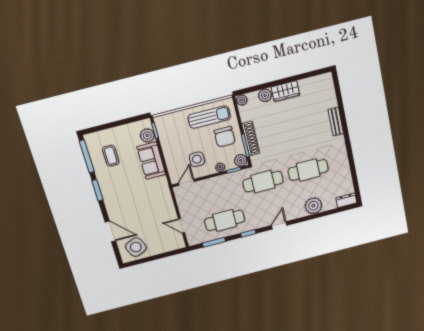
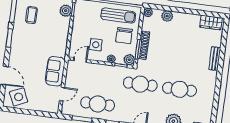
wardrobe: (285, 91) -> (211, 22), moved
sofa: (151, 161) -> (55, 71), moved
door: (182, 226) -> (62, 94), swing flipped

